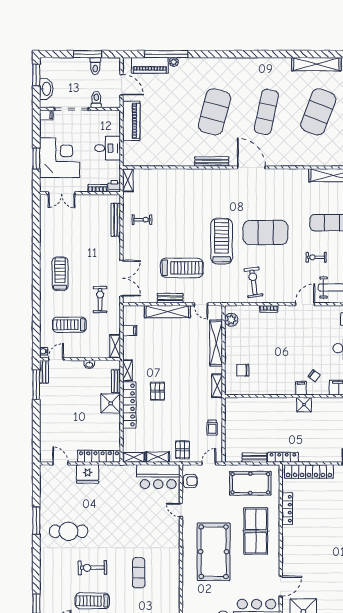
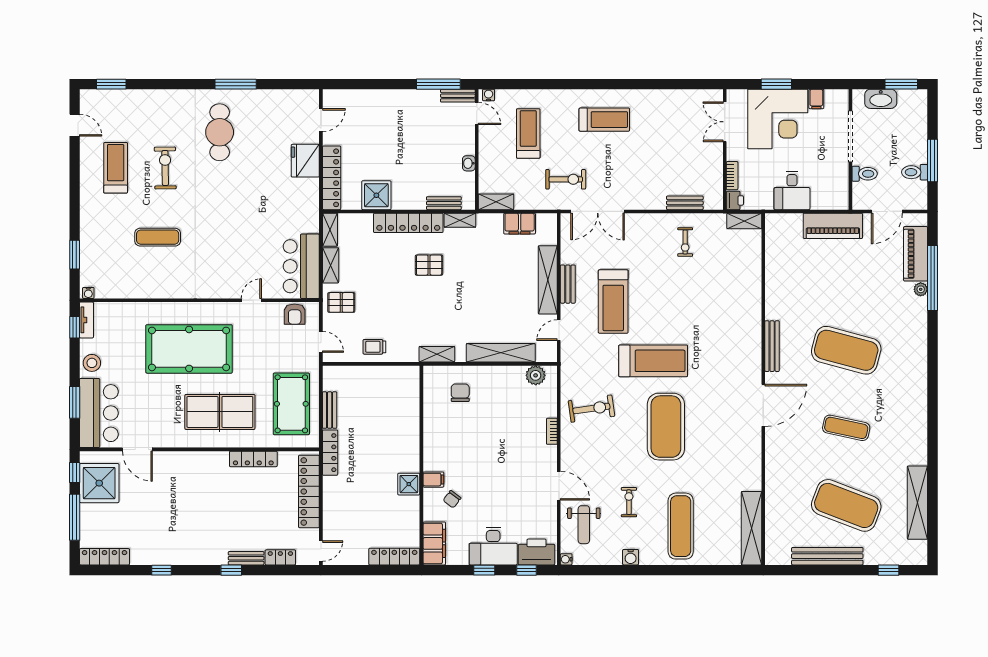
exercise mat: (266, 112) -> (846, 428), width x0.73, depth x0.69
filing cabinet: (46, 115) -> (816, 99), moved
bench: (116, 220) -> (685, 203), width x0.73
filing cabinet: (130, 331) -> (520, 224), width x2.00
shower: (111, 403) -> (376, 195), moved

